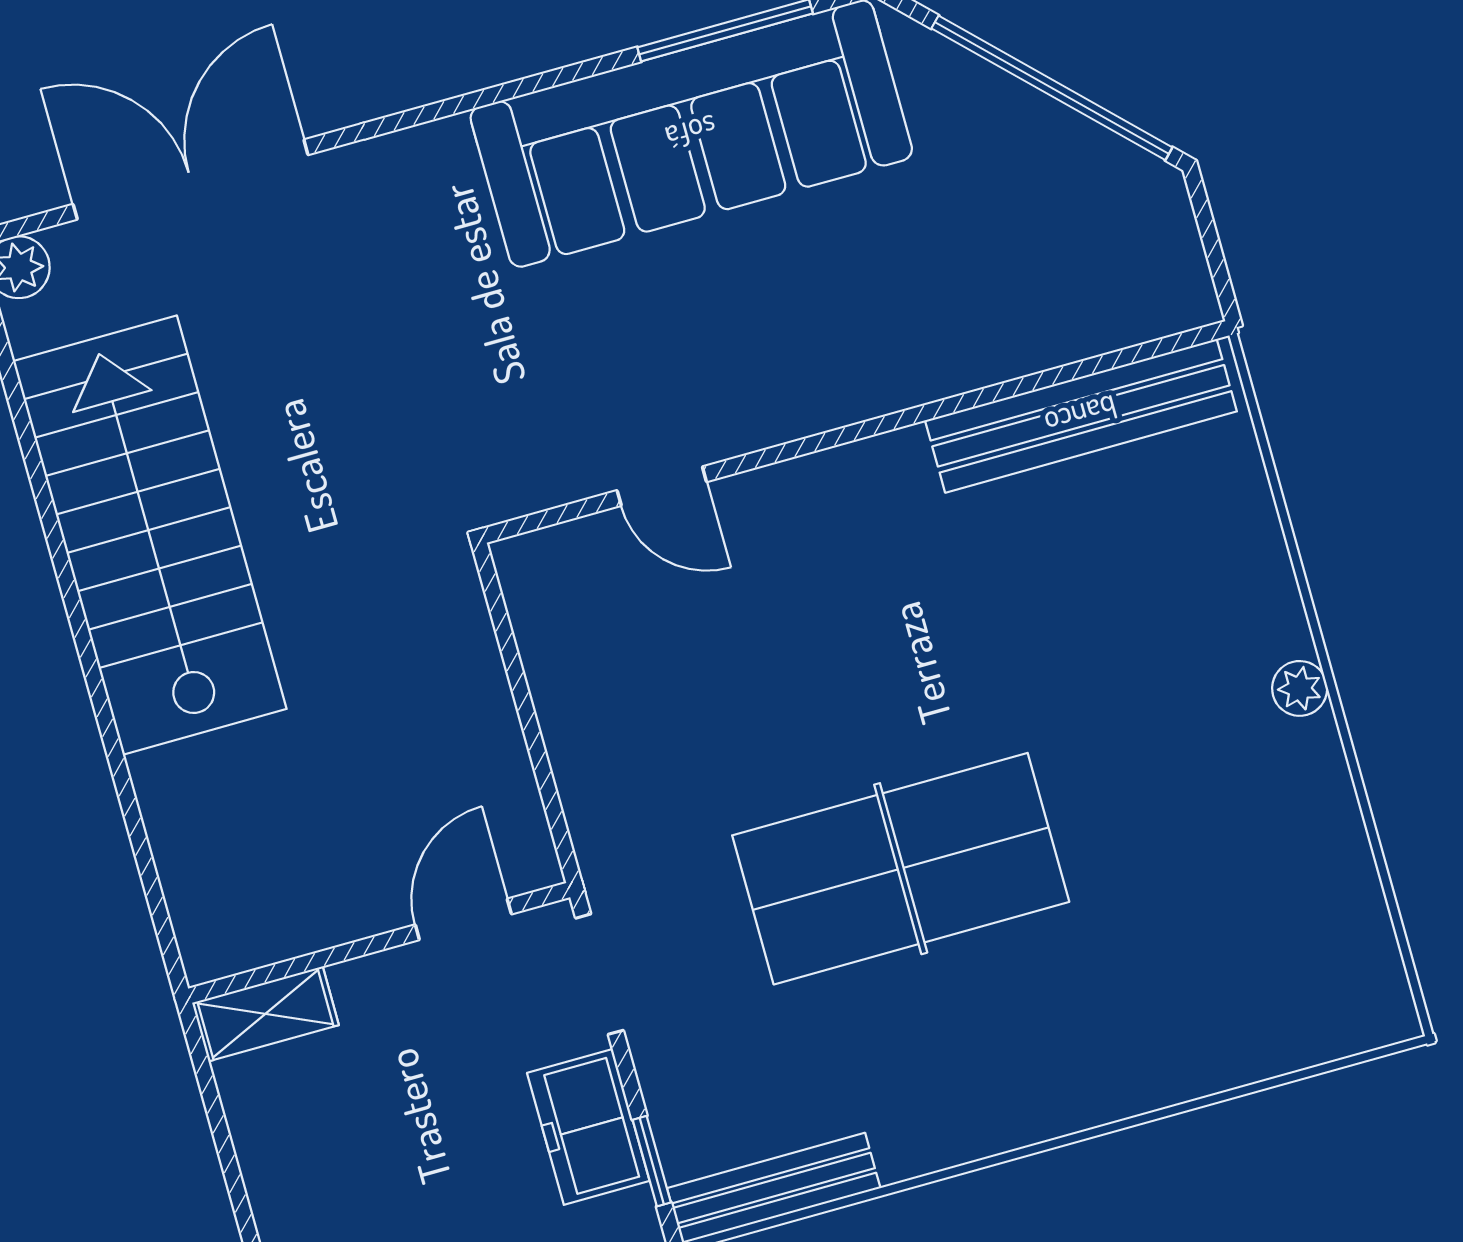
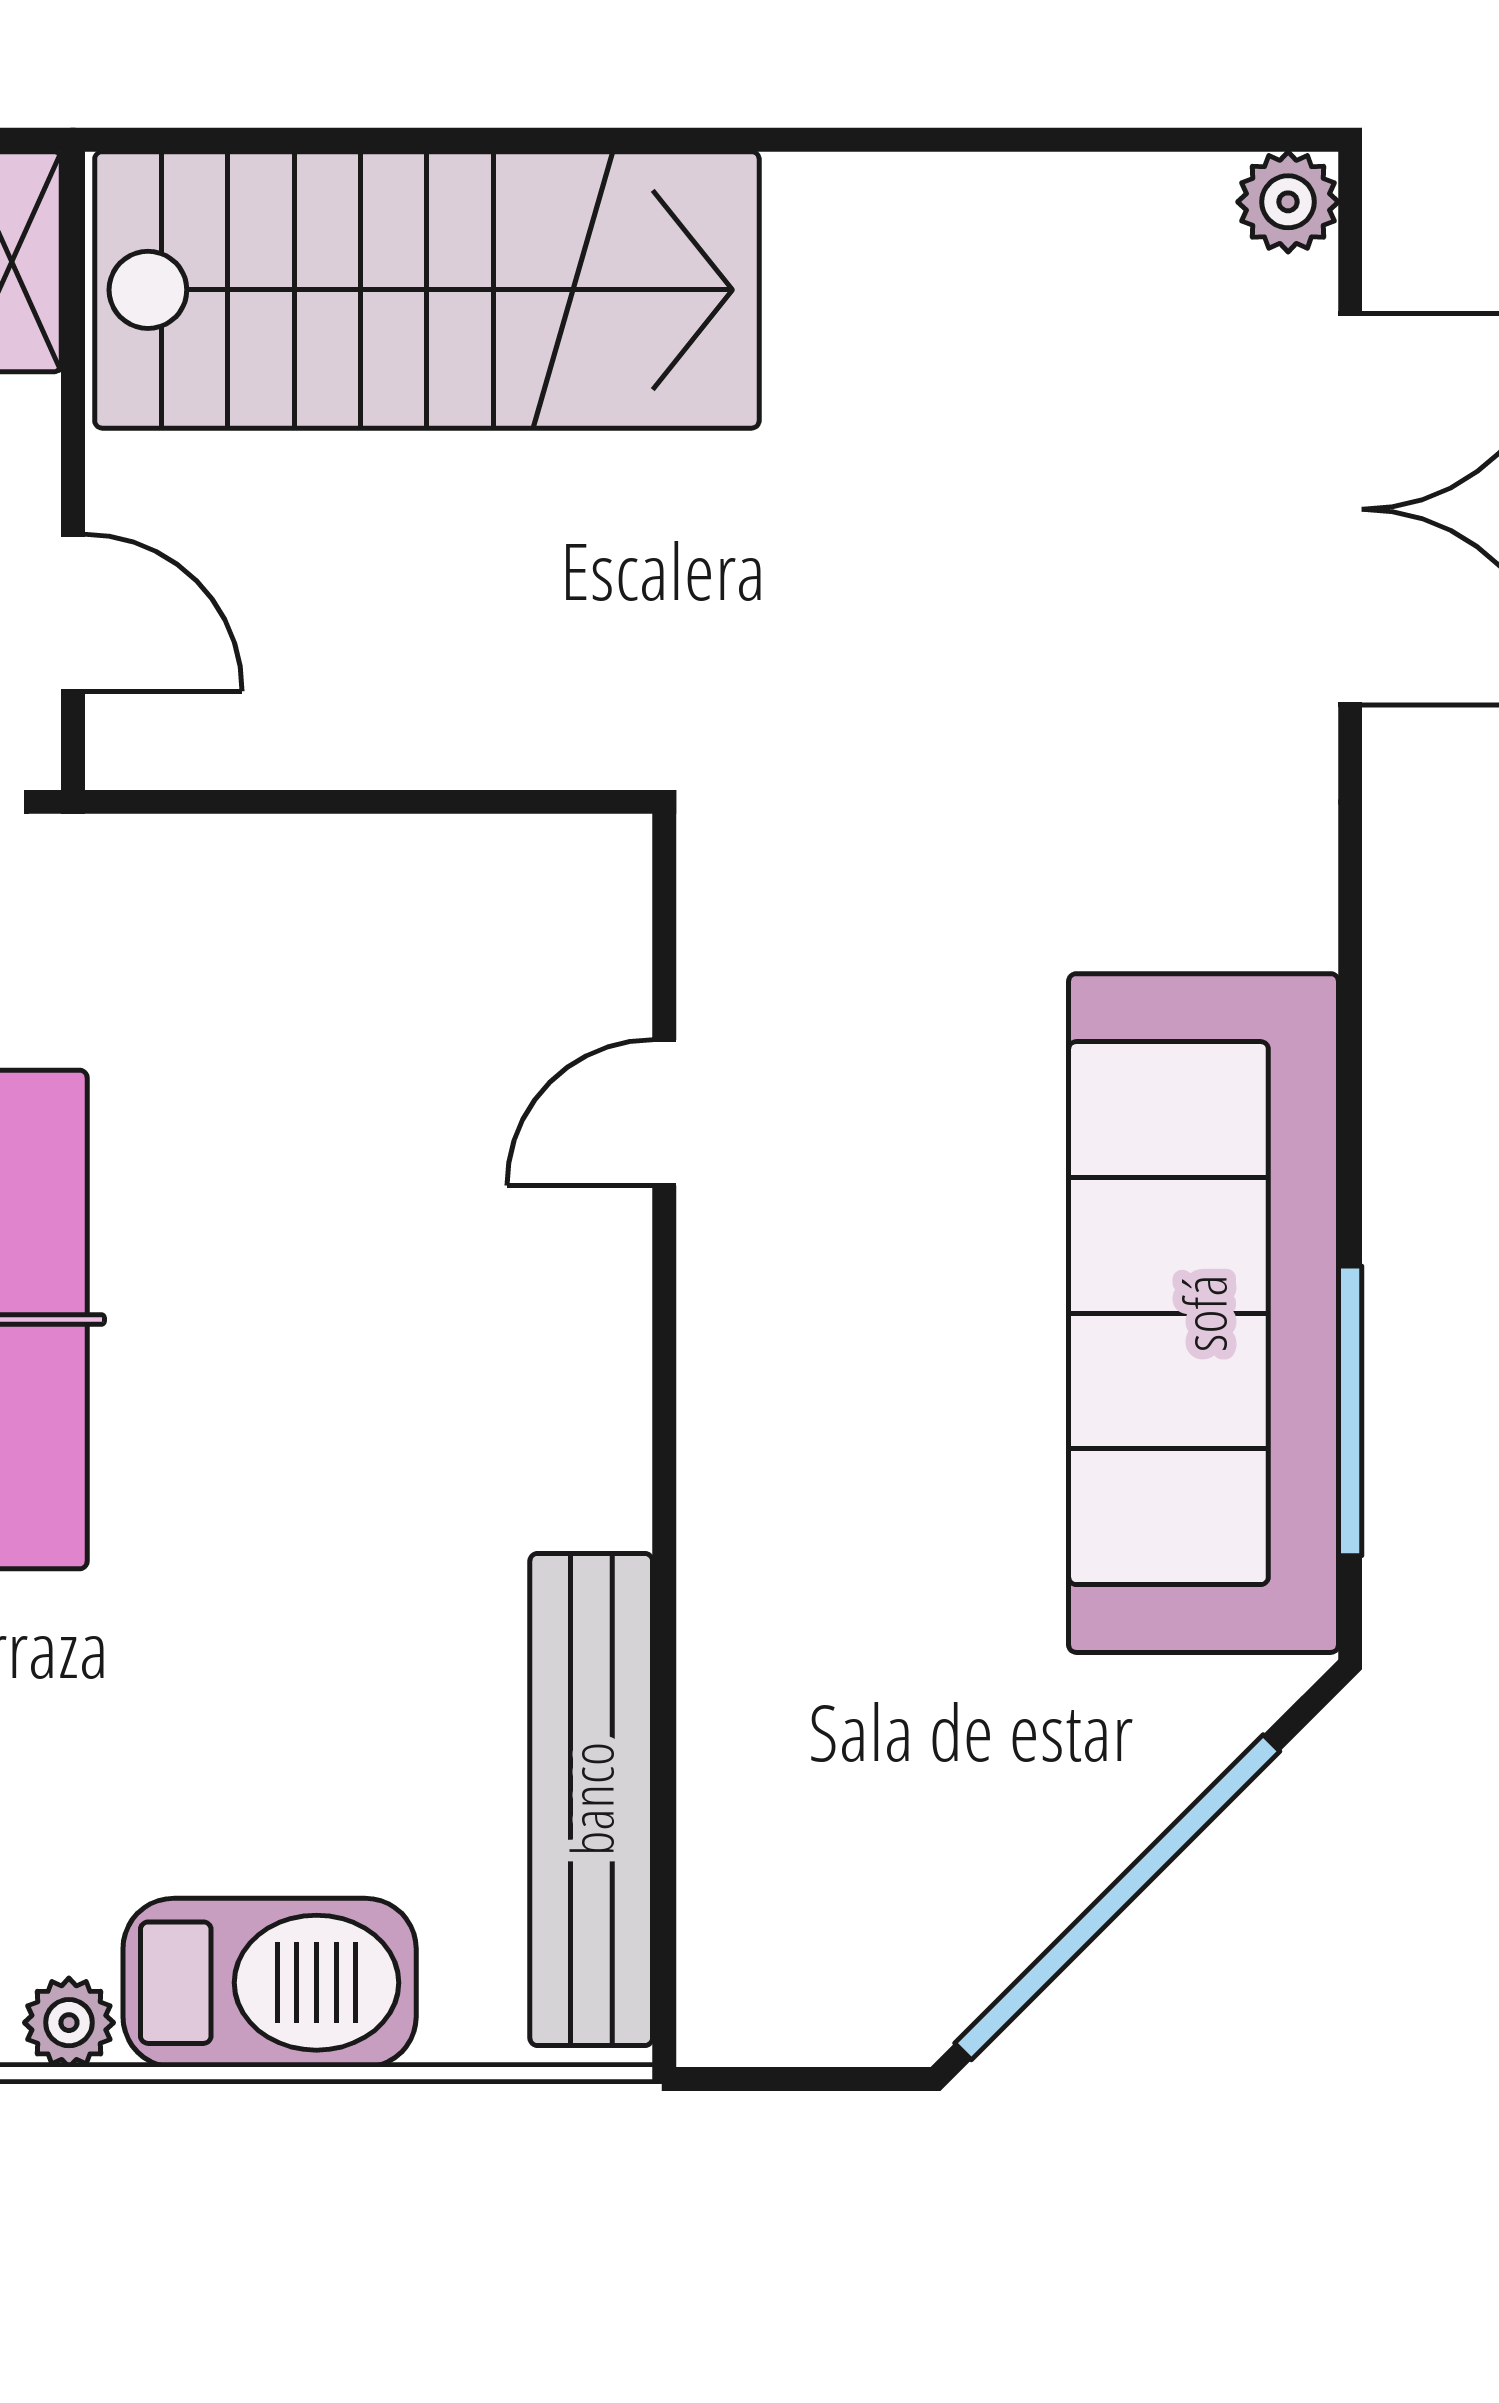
stairs: (150, 535) -> (427, 290), moved
barbecue: (1243, 576) -> (270, 1983), added

